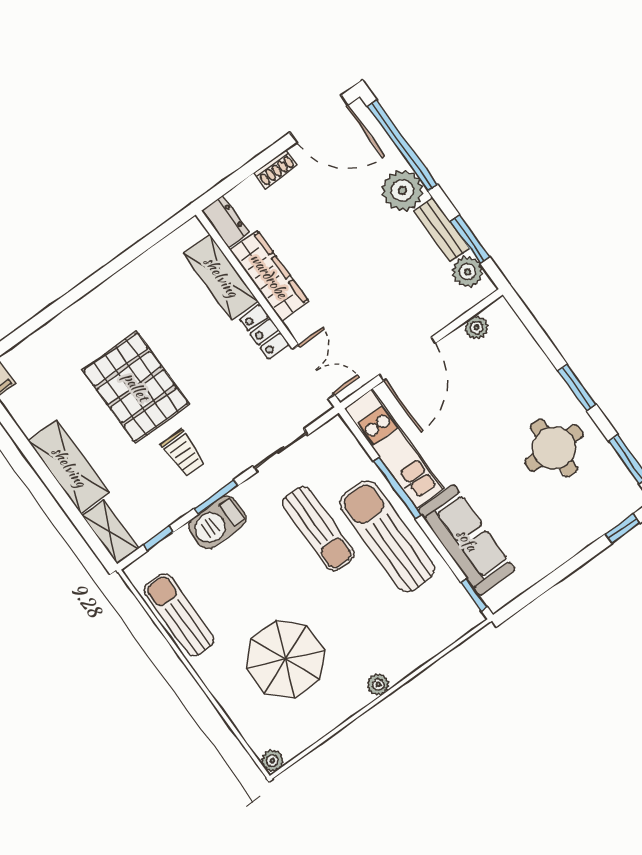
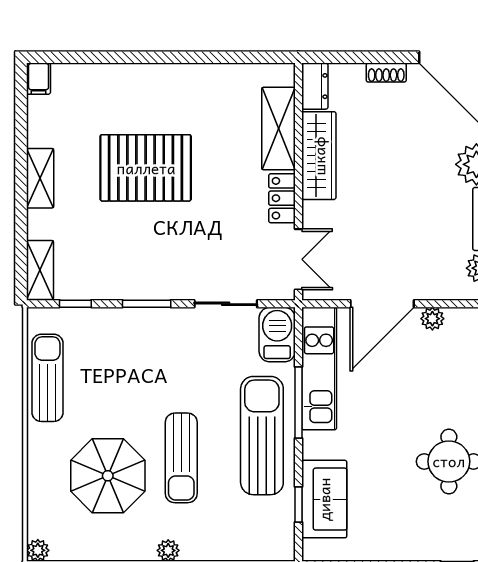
plant: (476, 328) -> (432, 319), moved
pallet: (136, 387) -> (146, 168), turned 90
trolley: (183, 453) -> (145, 249), removed
shelving: (69, 467) -> (40, 178), width x0.67, depth x0.75
barbecue: (217, 522) -> (277, 335), moved, turned 90
sun lounger: (318, 529) -> (181, 458), moved
sofa: (467, 540) -> (324, 499), width x0.73
window: (474, 594) -> (298, 504), moved

